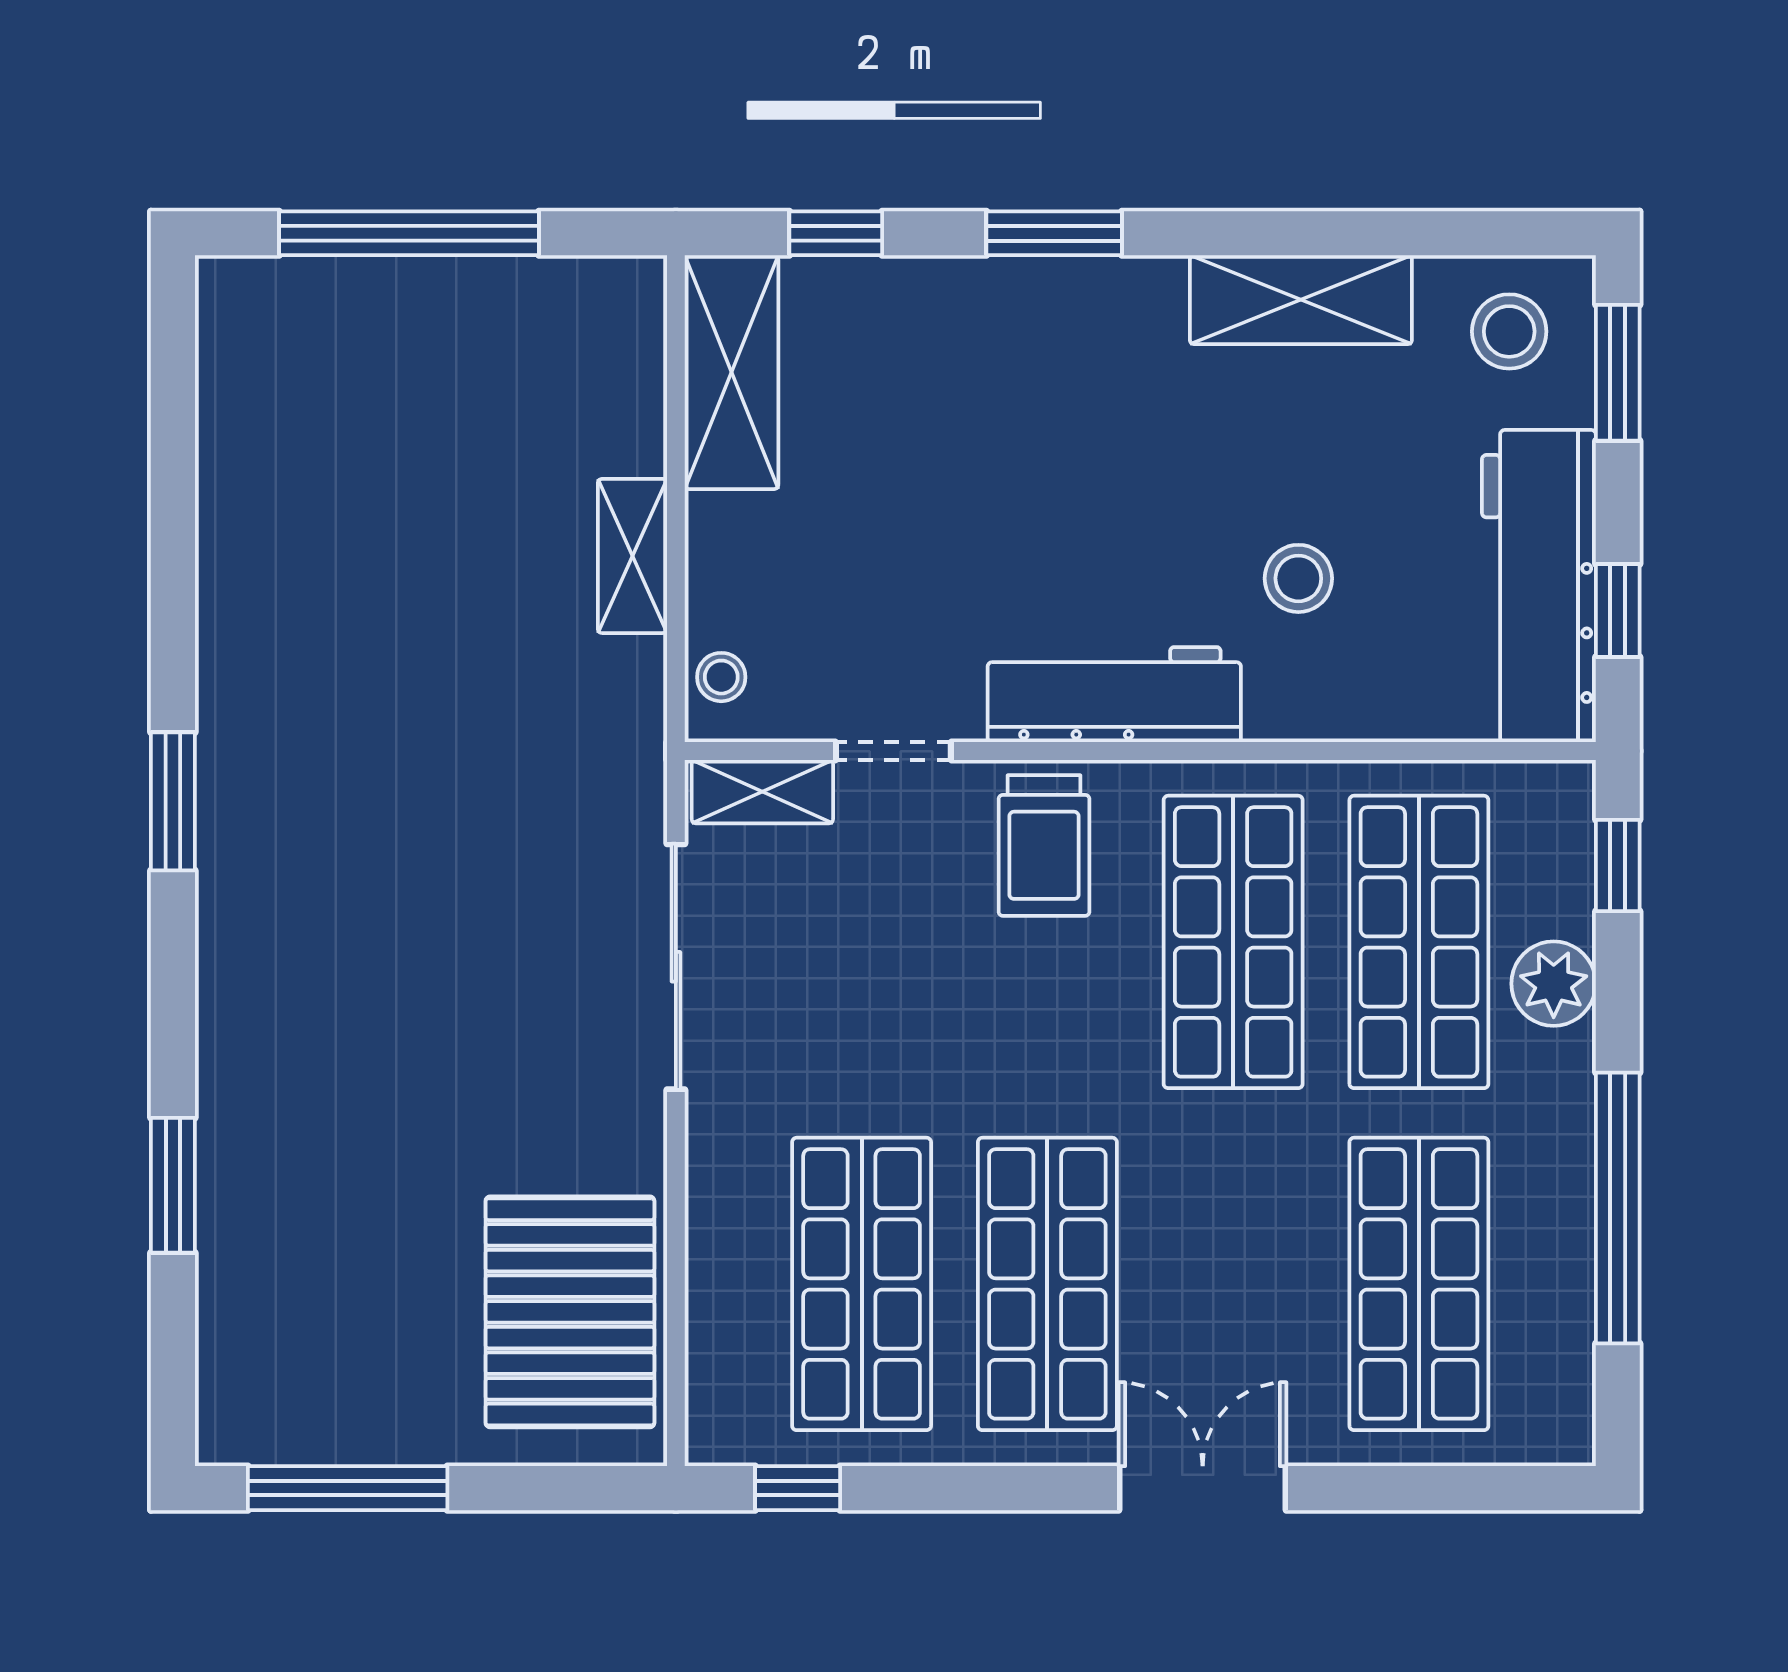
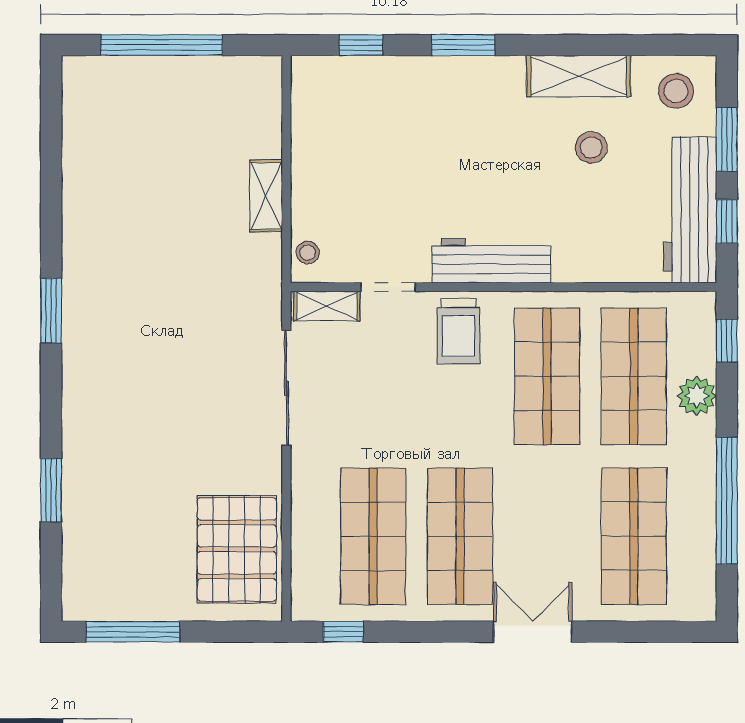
shelving: (731, 372) -> (312, 110), removed
window: (1618, 373) -> (727, 139), moved
stool: (1298, 578) -> (591, 147), moved

